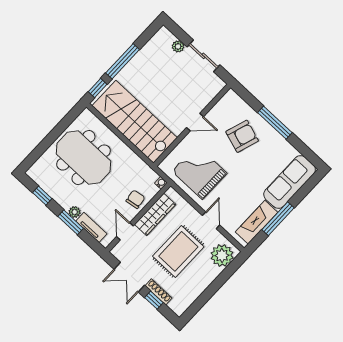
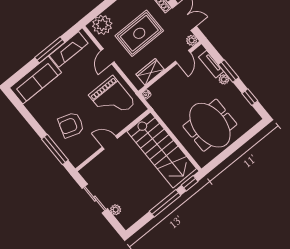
window: (275, 123) -> (55, 150), moved
chair: (135, 199) -> (170, 83), removed
wardrobe: (155, 214) -> (150, 72), width x0.67
plant: (117, 252) -> (192, 40), added

